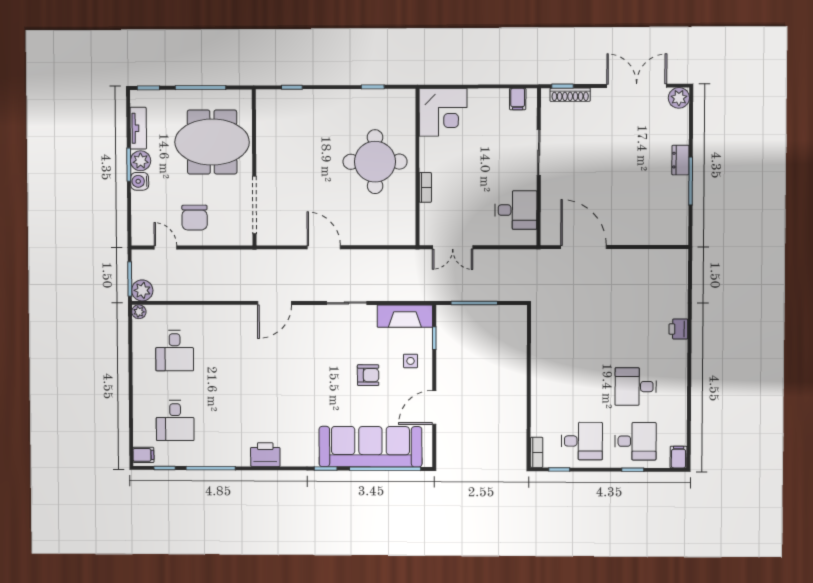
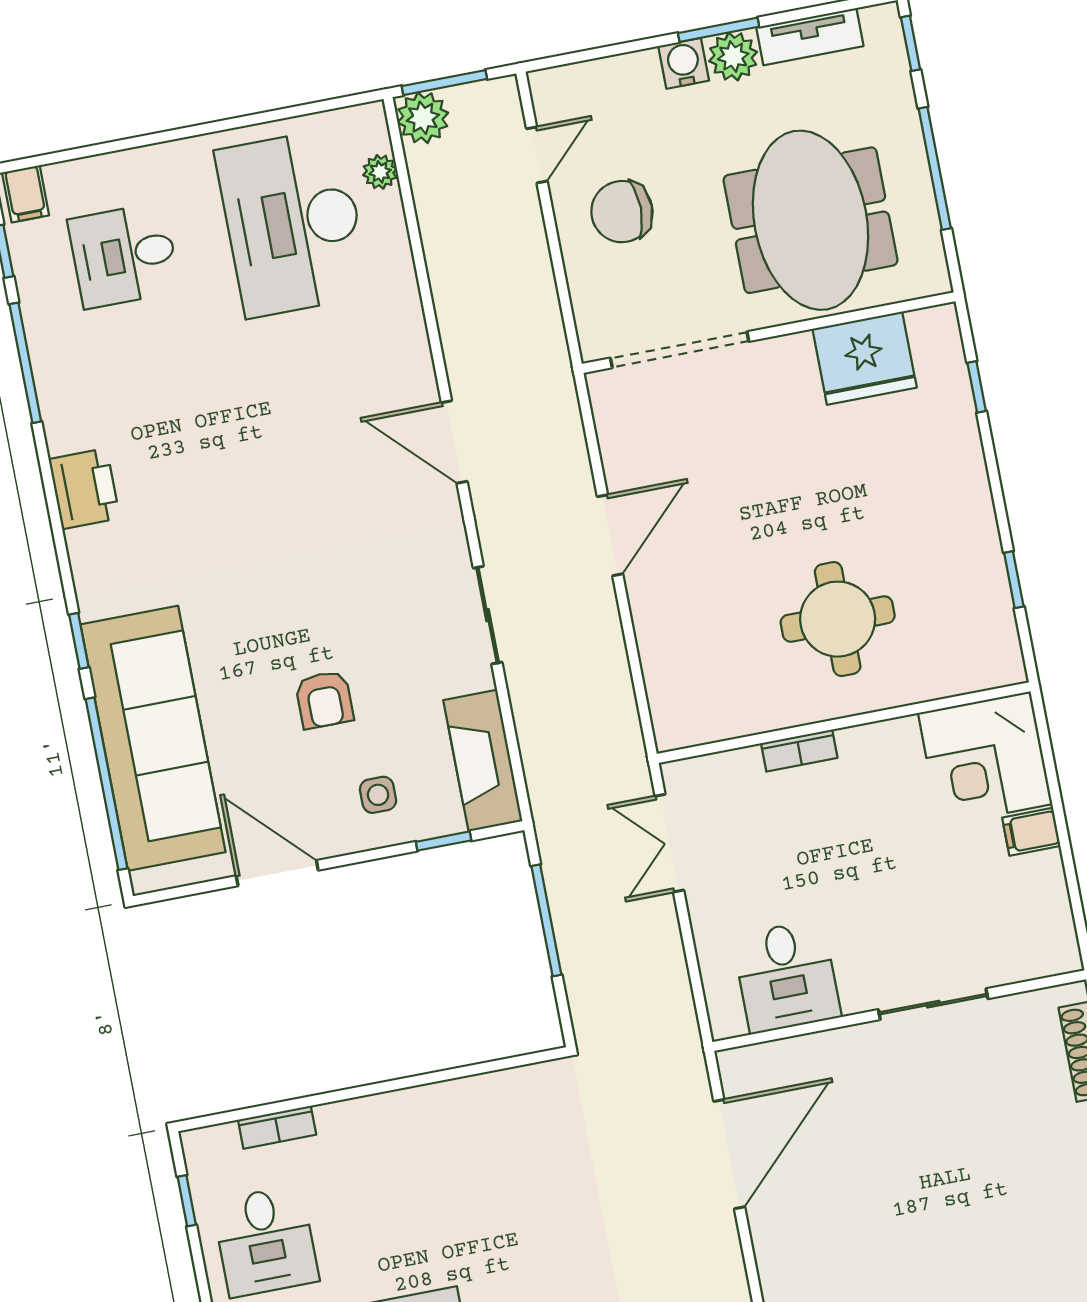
filing cabinet: (518, 99) -> (1031, 832), moved
fridge: (272, 131) -> (865, 358), added
round table: (375, 162) -> (838, 619), width x0.73, depth x0.73
plant: (139, 312) -> (380, 172), moved
desk: (175, 351) -> (293, 223), width x1.87, depth x1.30
bookcase: (537, 452) -> (277, 1127), moved

